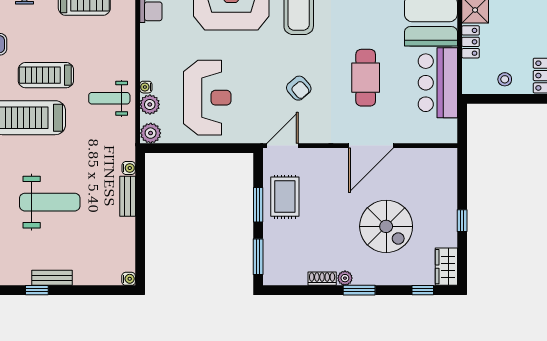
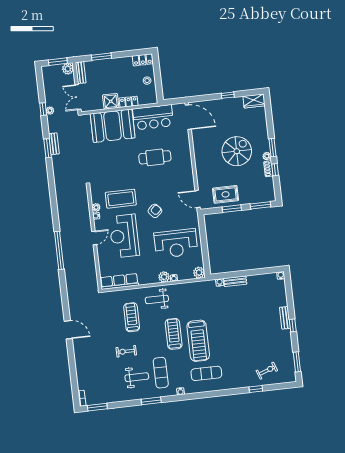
treadmill: (46, 75) -> (174, 334), turned 180
armchair: (299, 88) -> (155, 211), moved
weight bench: (109, 98) -> (157, 299), moved, turned 90
reception desk: (207, 98) -> (176, 243), turned 180
plant: (150, 104) -> (164, 277), moved
door: (371, 146) -> (188, 117), moved
weight bench: (50, 202) -> (243, 324), removed
spiral stairs: (386, 226) -> (237, 151), moved
window: (423, 290) -> (275, 170), moved

